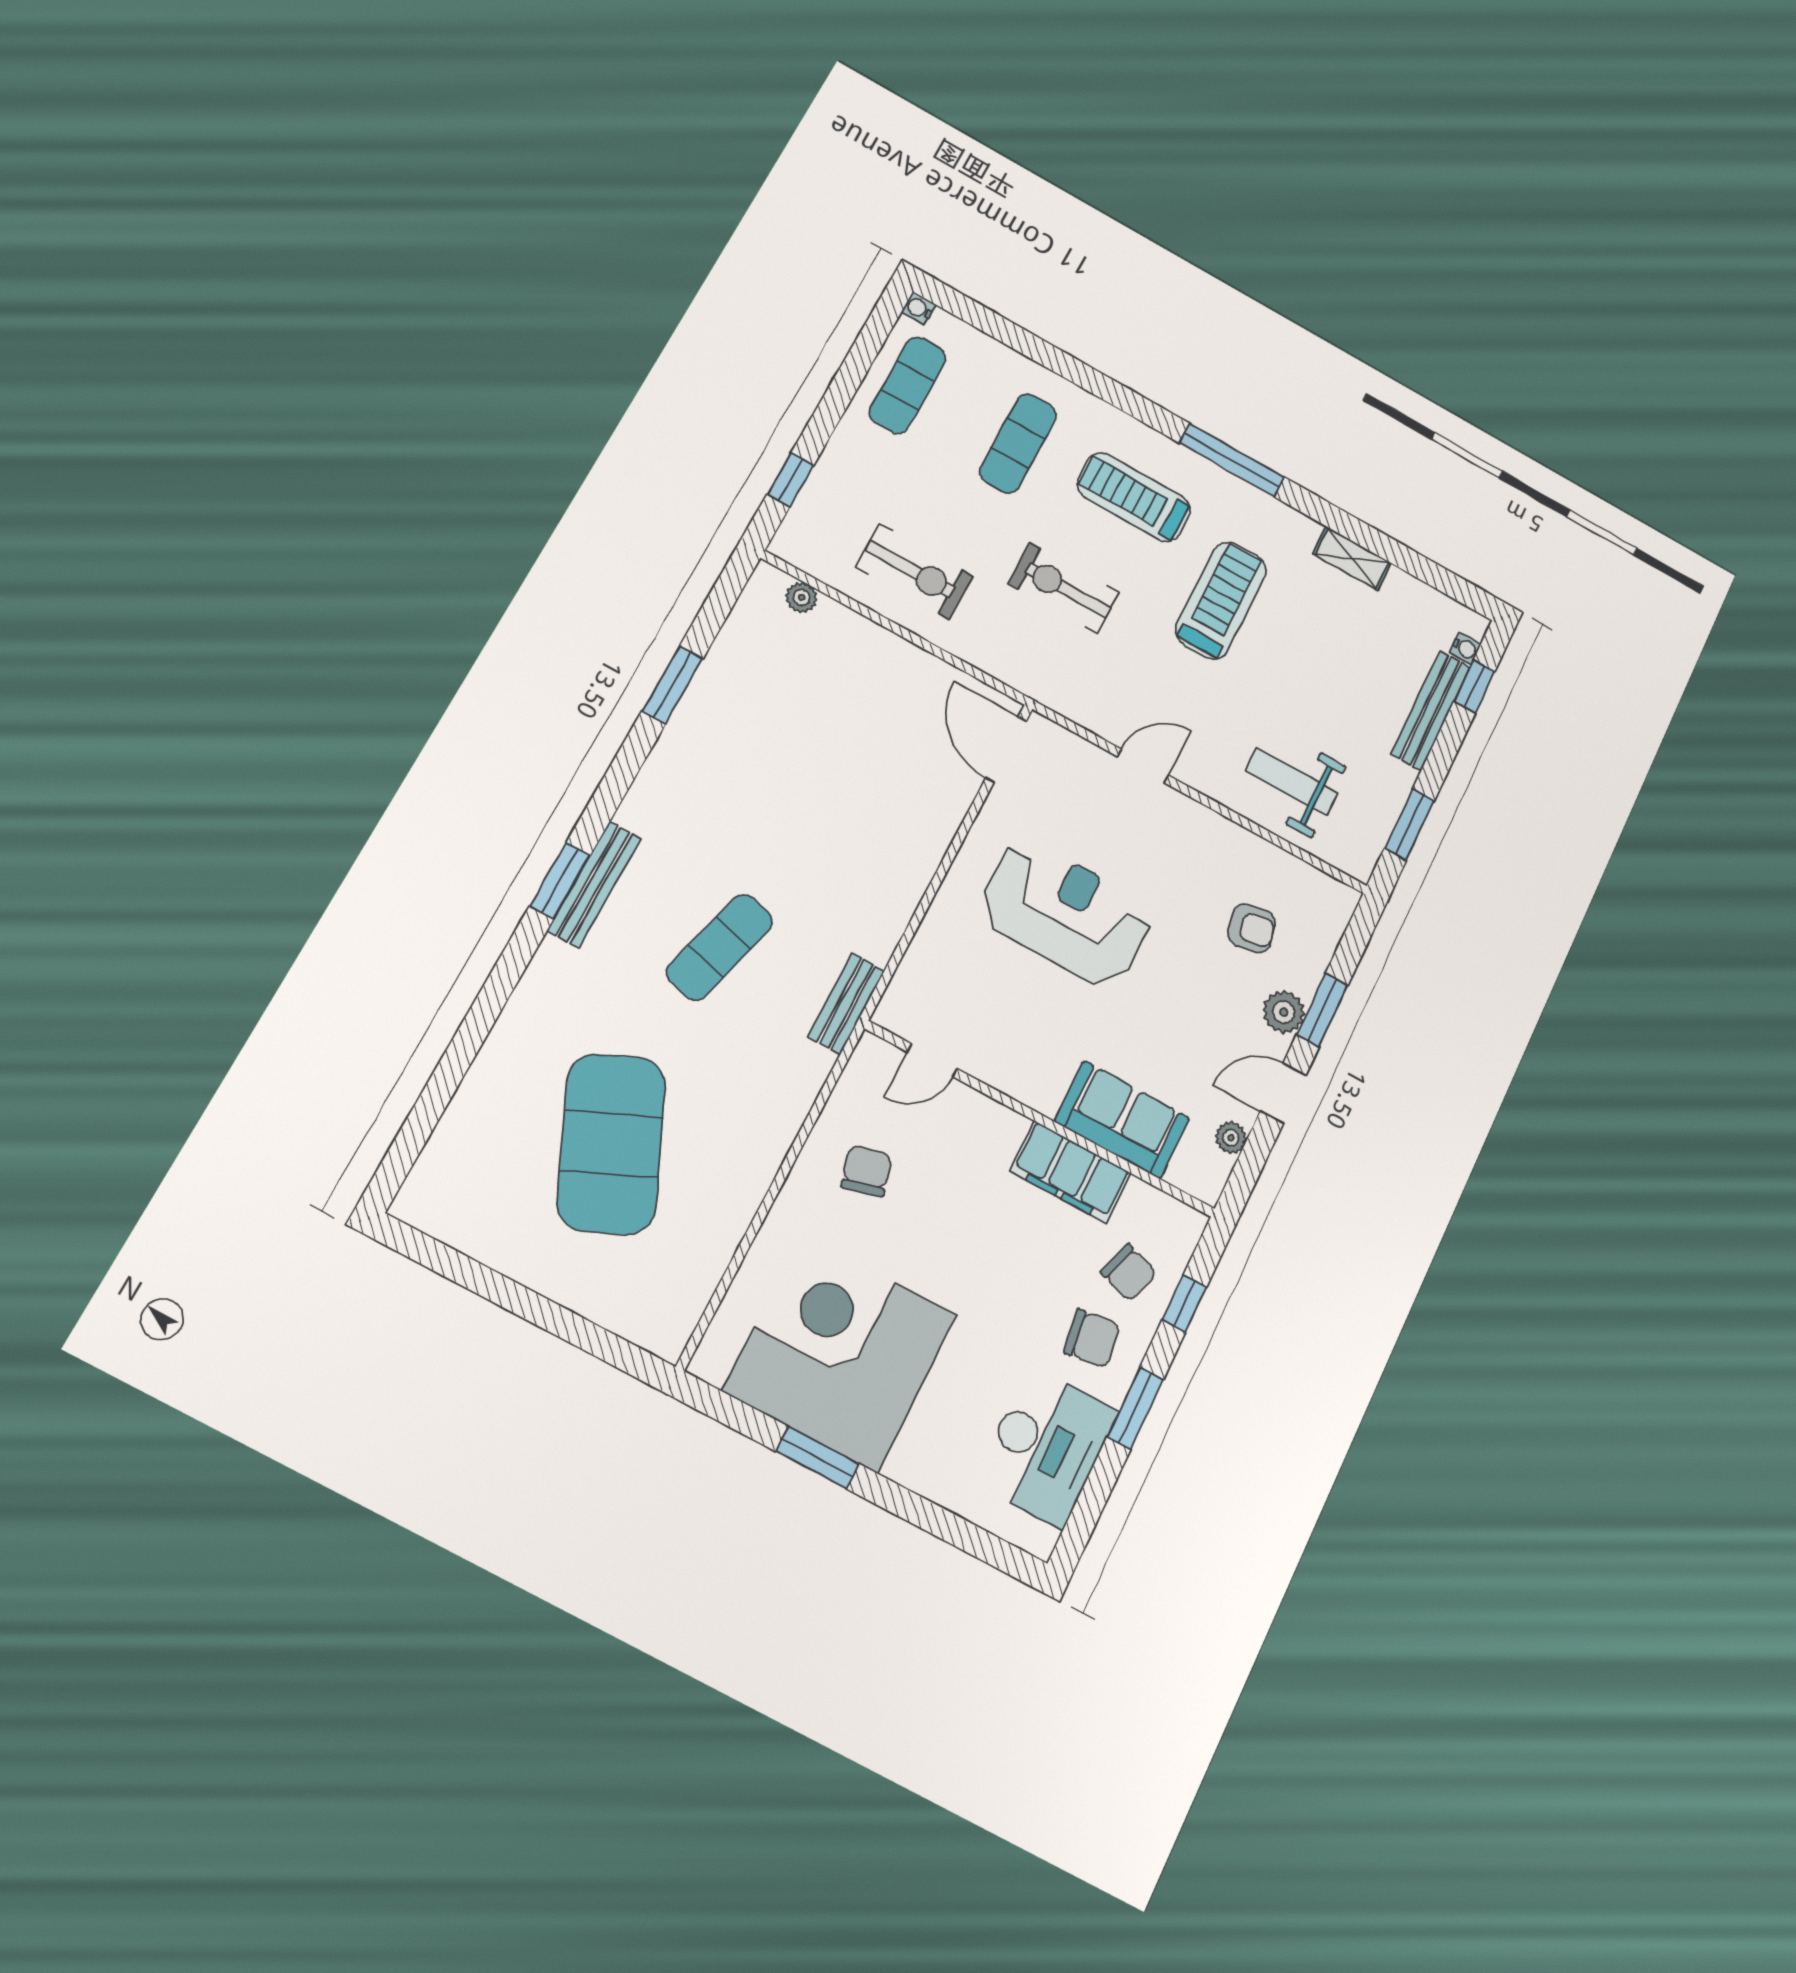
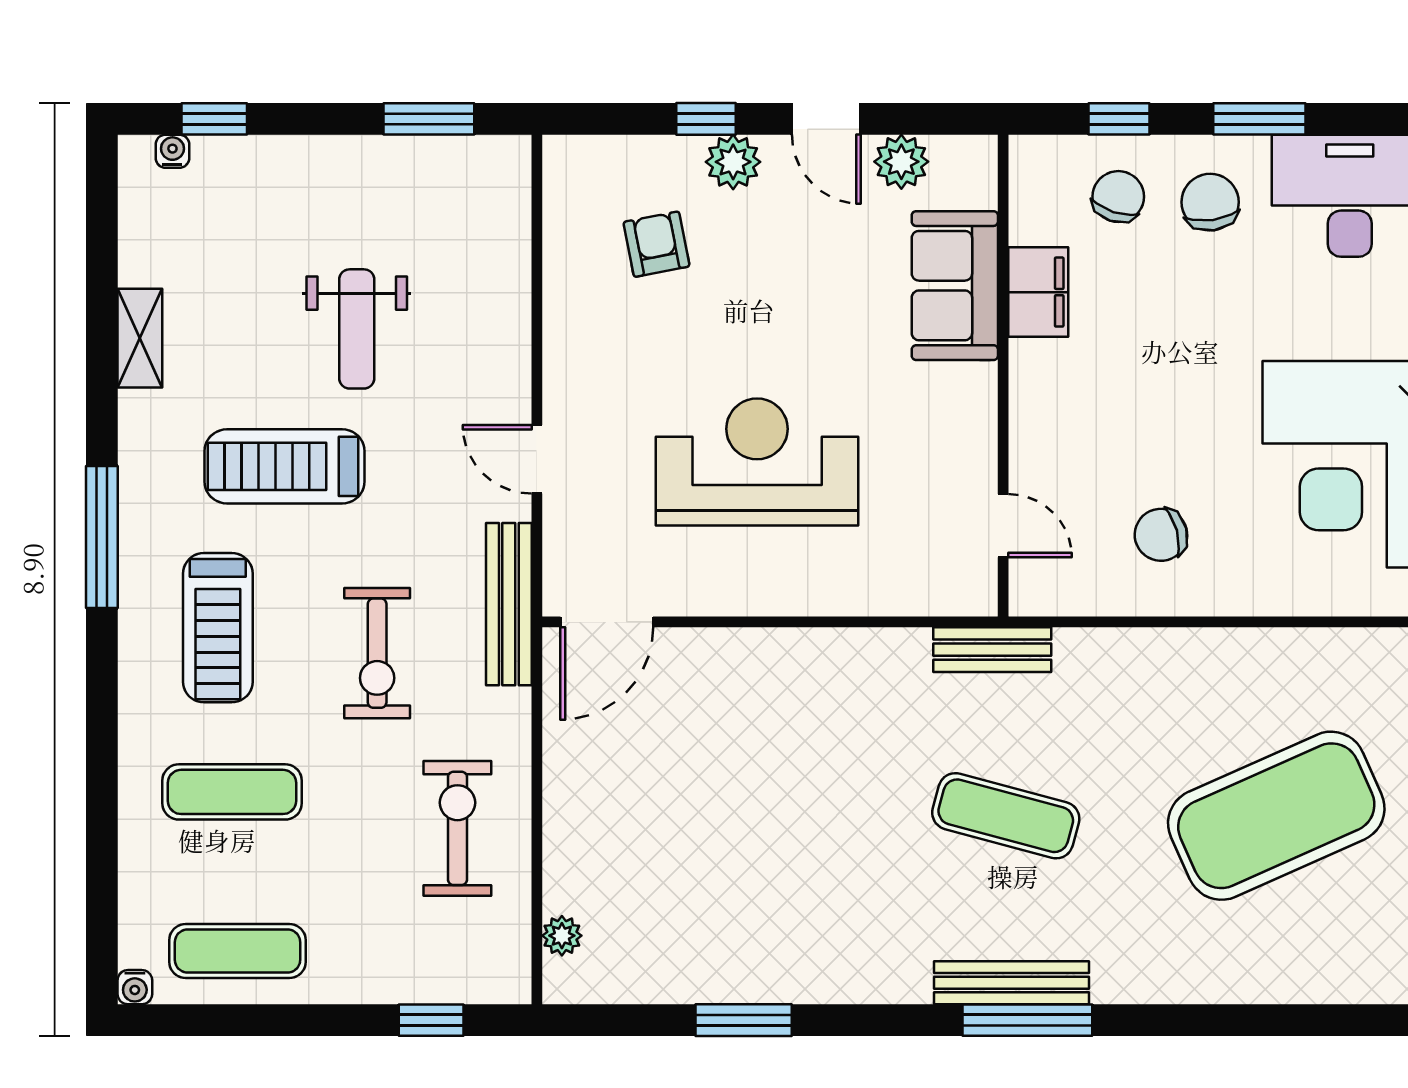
bench: (1431, 711) -> (509, 604), moved, turned 90
weight bench: (1292, 782) -> (357, 329), moved
window: (560, 881) -> (1027, 1020), width x1.44
reception desk: (1066, 913) -> (757, 462), turned 90
window: (1322, 1010) -> (706, 119), width x0.67
plant: (1231, 1138) -> (901, 162), width x1.38, depth x1.38
filing cabinet: (1070, 1172) -> (1038, 292), width x0.67, depth x0.86

